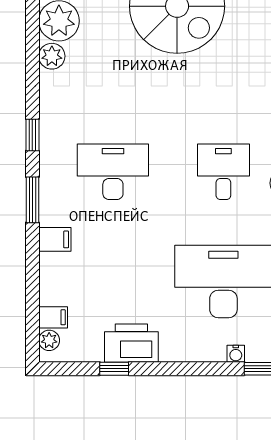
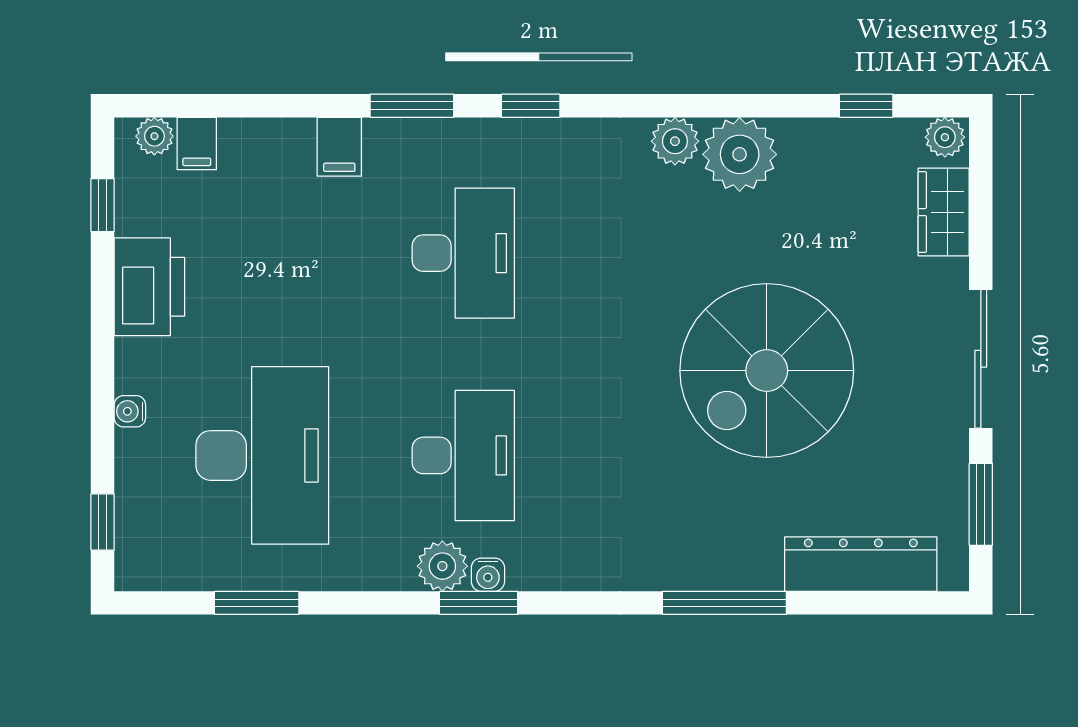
desk: (223, 172) -> (463, 455), width x1.37
water cooler: (236, 354) -> (130, 411), moved
window: (114, 369) -> (103, 205), moved

